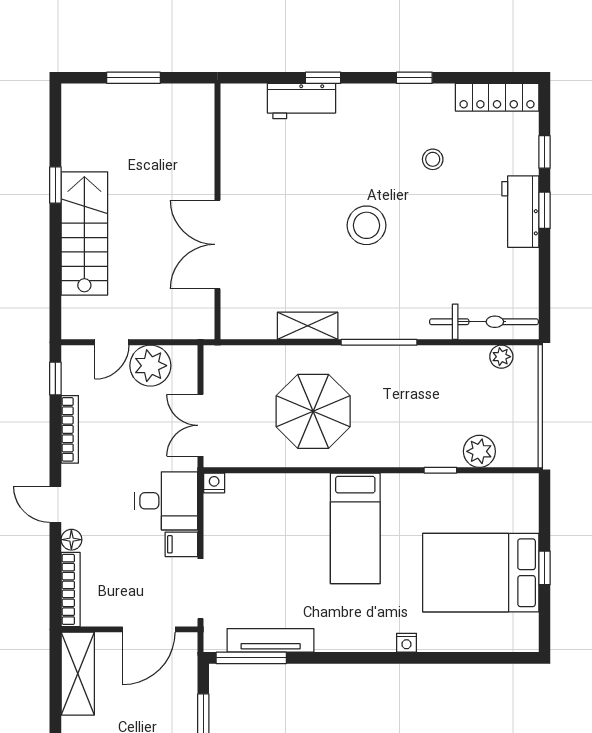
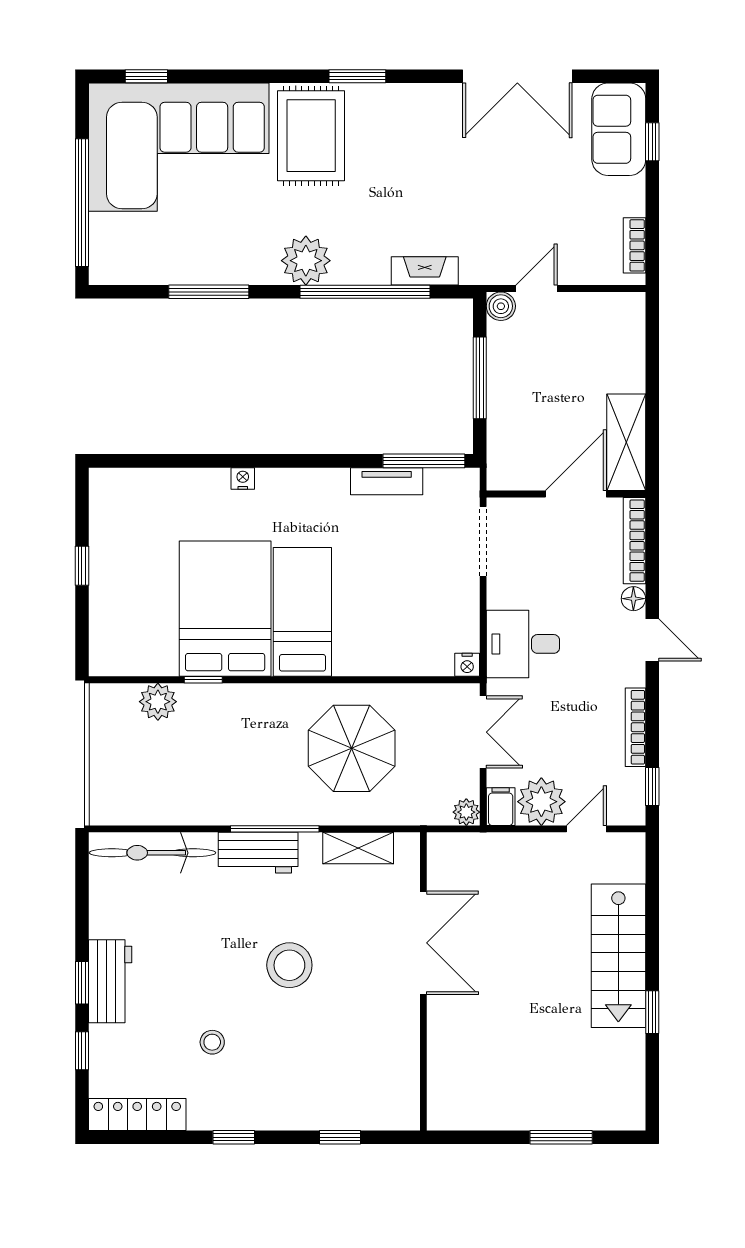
workbench: (301, 101) -> (258, 853), moved, turned 180
wall: (217, 211) -> (423, 981), moved
double door: (217, 244) -> (423, 943), moved
plant: (501, 357) -> (466, 812), moved
filing cabinet: (181, 544) -> (501, 807), moved, turned -90
bed: (481, 573) -> (225, 609), moved, turned -90
door: (149, 629) -> (576, 494), moved
tv unit: (271, 640) -> (387, 481), width x0.71

